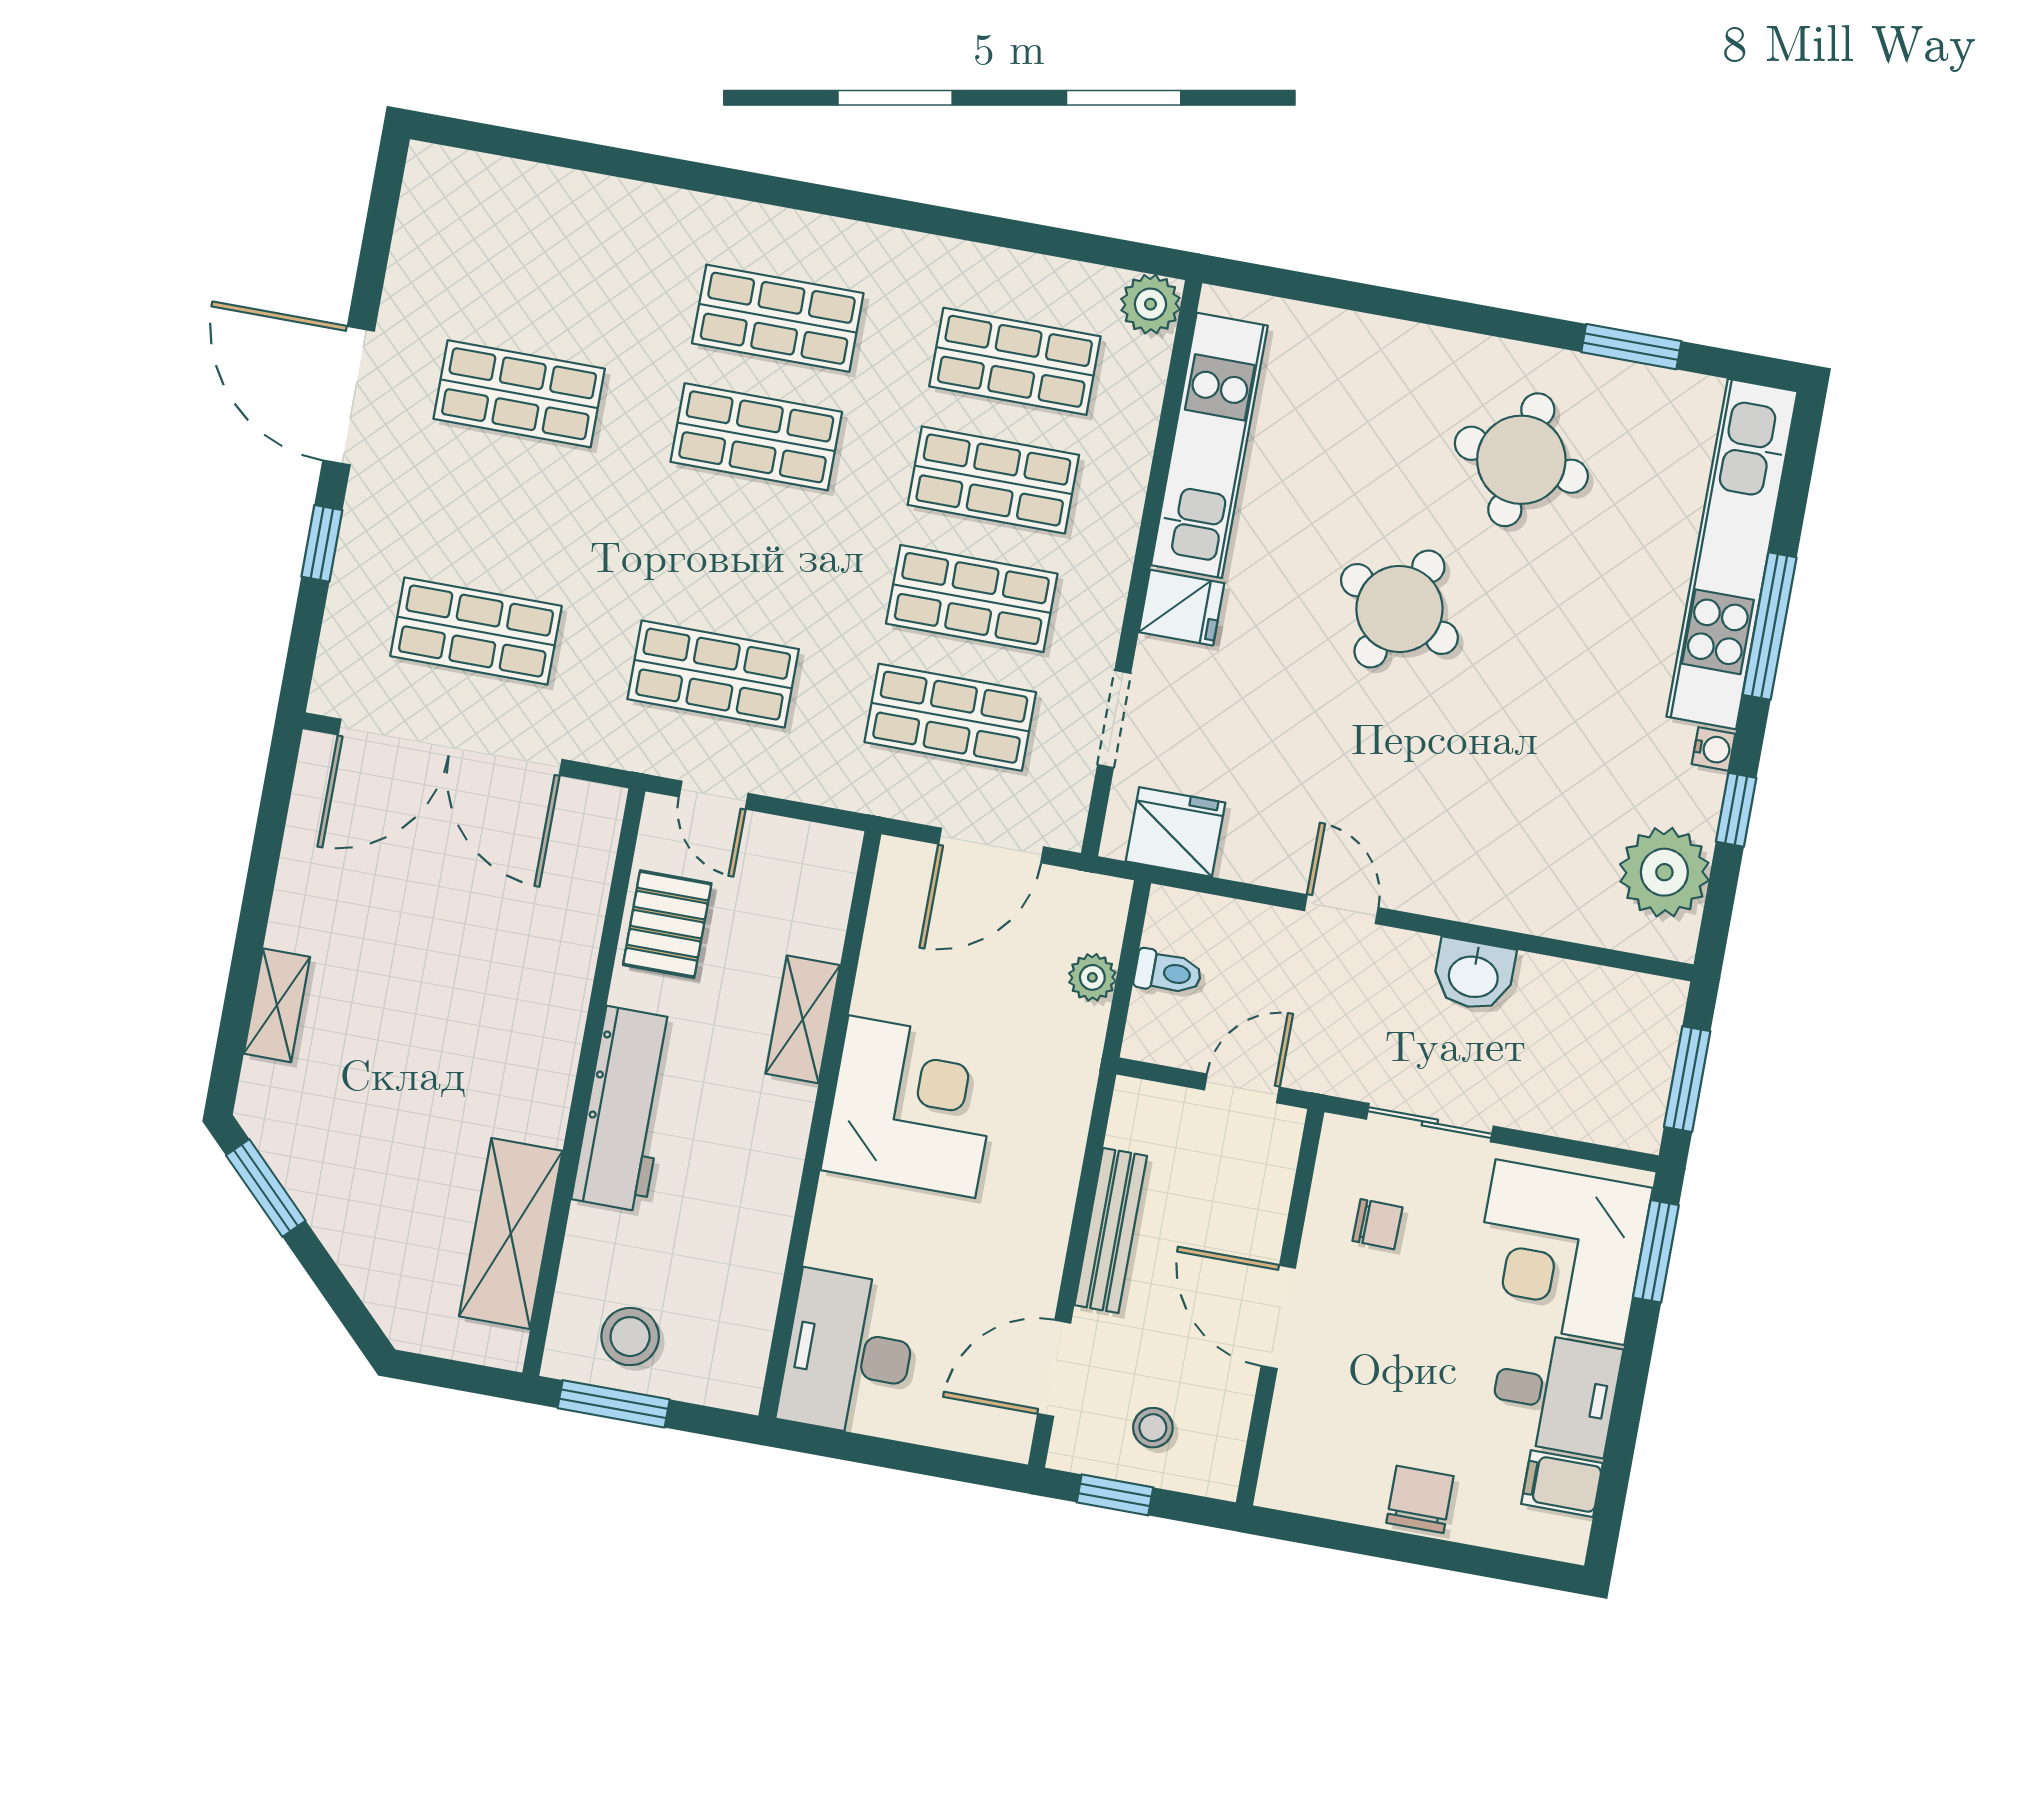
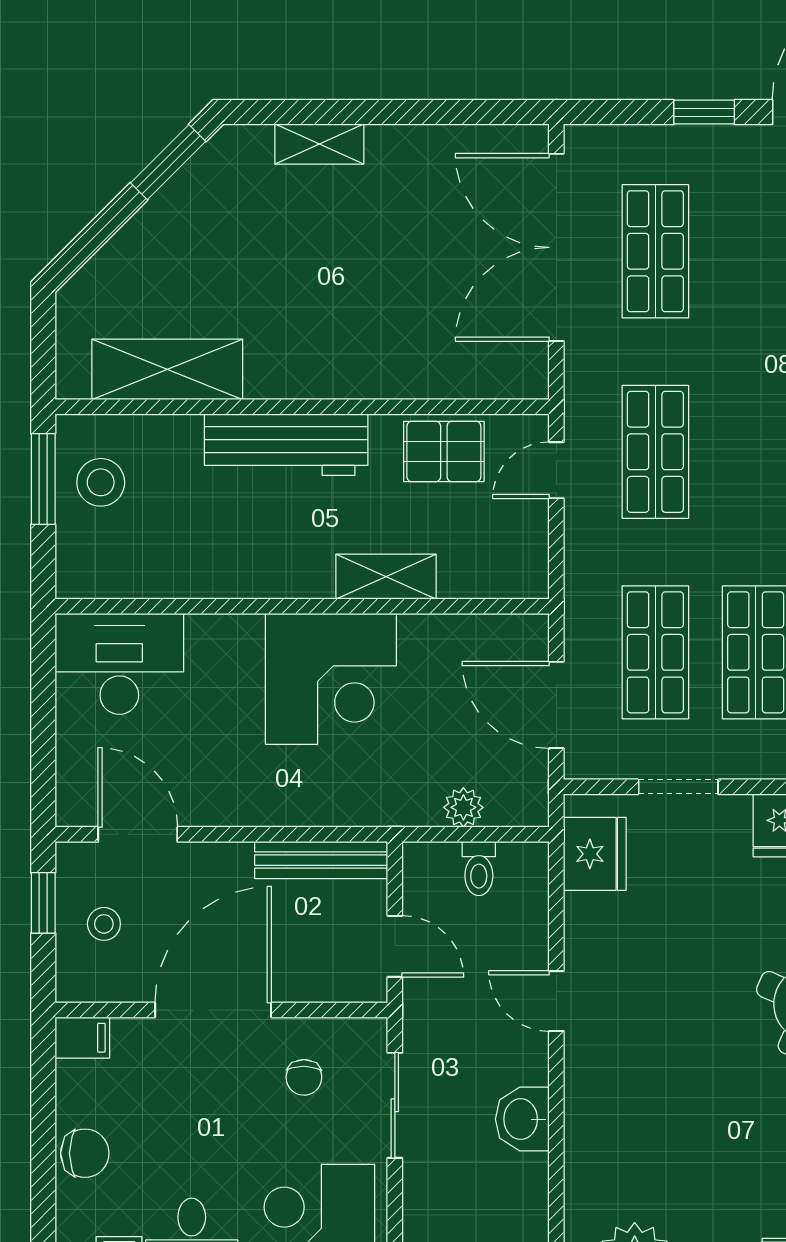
door: (1341, 909) -> (556, 1001), swing flipped
bench: (1111, 1230) -> (321, 860), moved
door: (1278, 1317) -> (213, 1010), width x1.36
filing cabinet: (1283, 1478) -> (82, 1038), added

